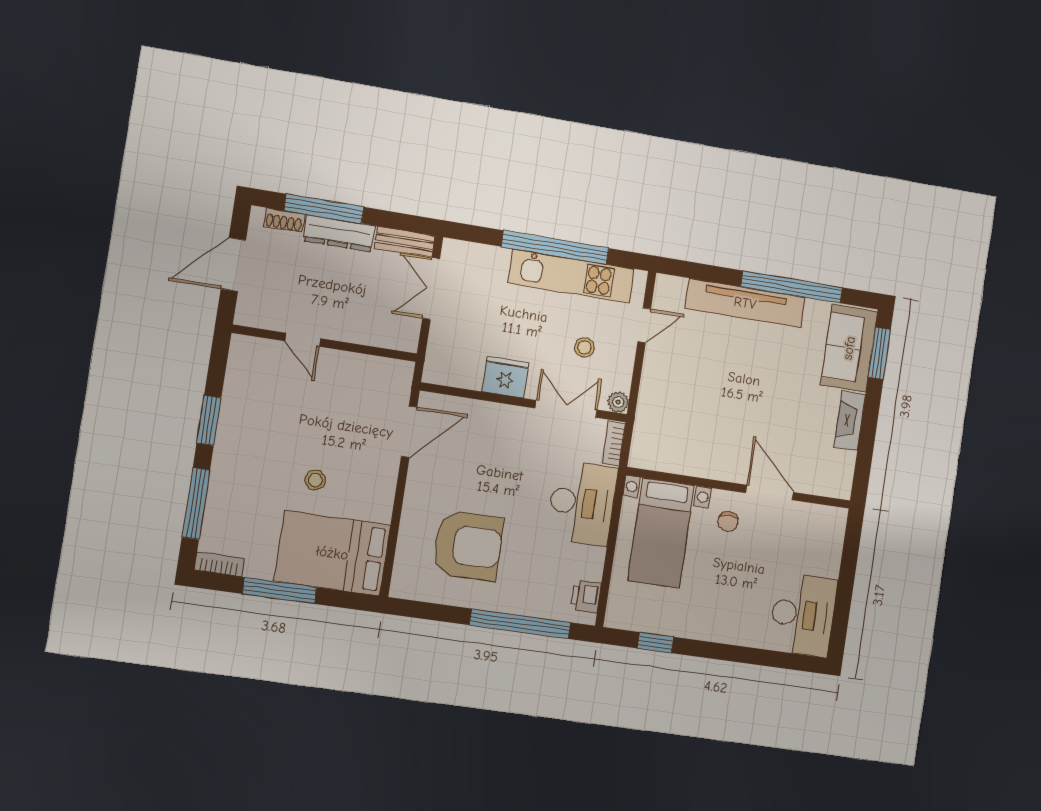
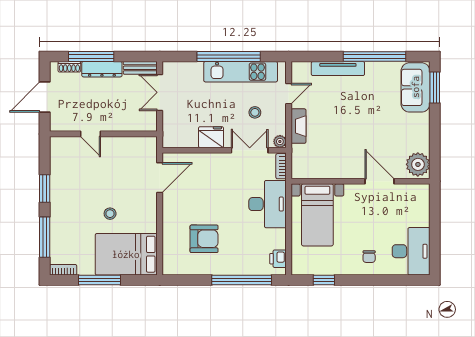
tv unit: (745, 303) -> (338, 69), width x0.73, depth x0.78
fireplace: (850, 421) -> (299, 126), moved, turned 180
plant: (835, 474) -> (418, 164), added
chair: (728, 522) -> (369, 257), moved
armchair: (468, 546) -> (204, 239), width x0.73, depth x0.73

